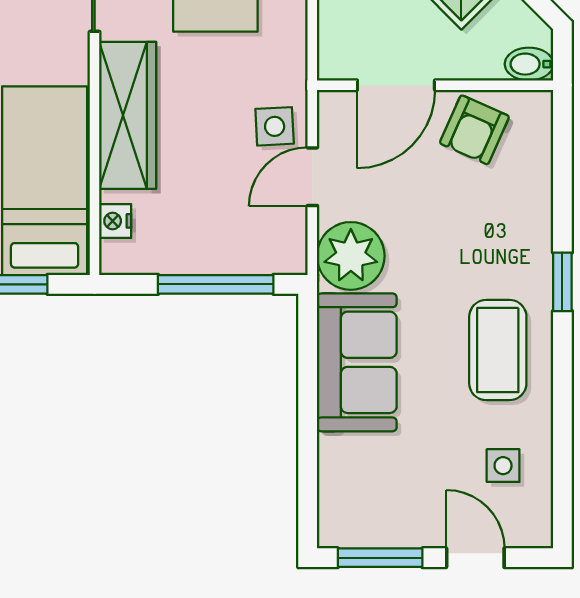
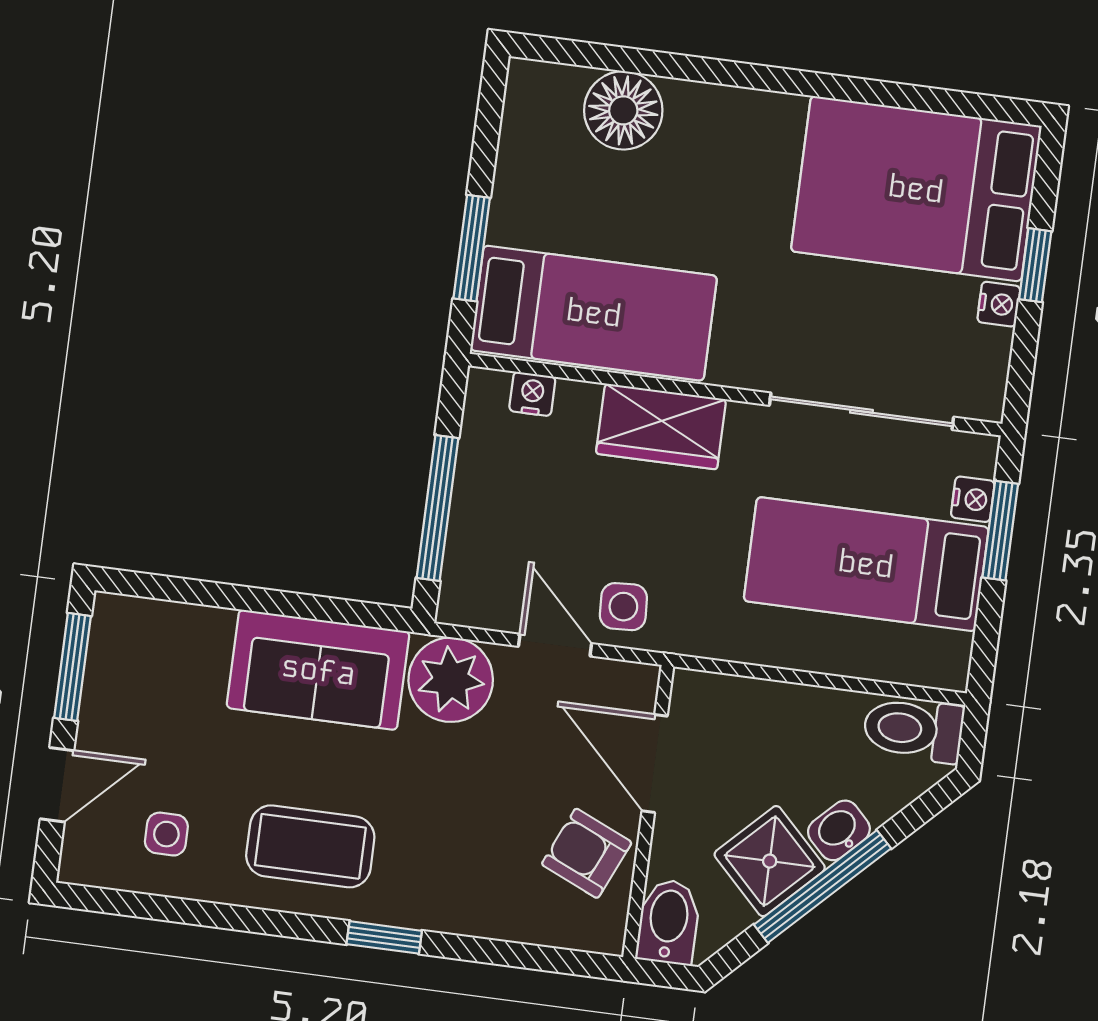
bidet: (529, 64) -> (668, 922), width x1.38, depth x1.36
wardrobe: (128, 115) -> (661, 427), width x0.67

